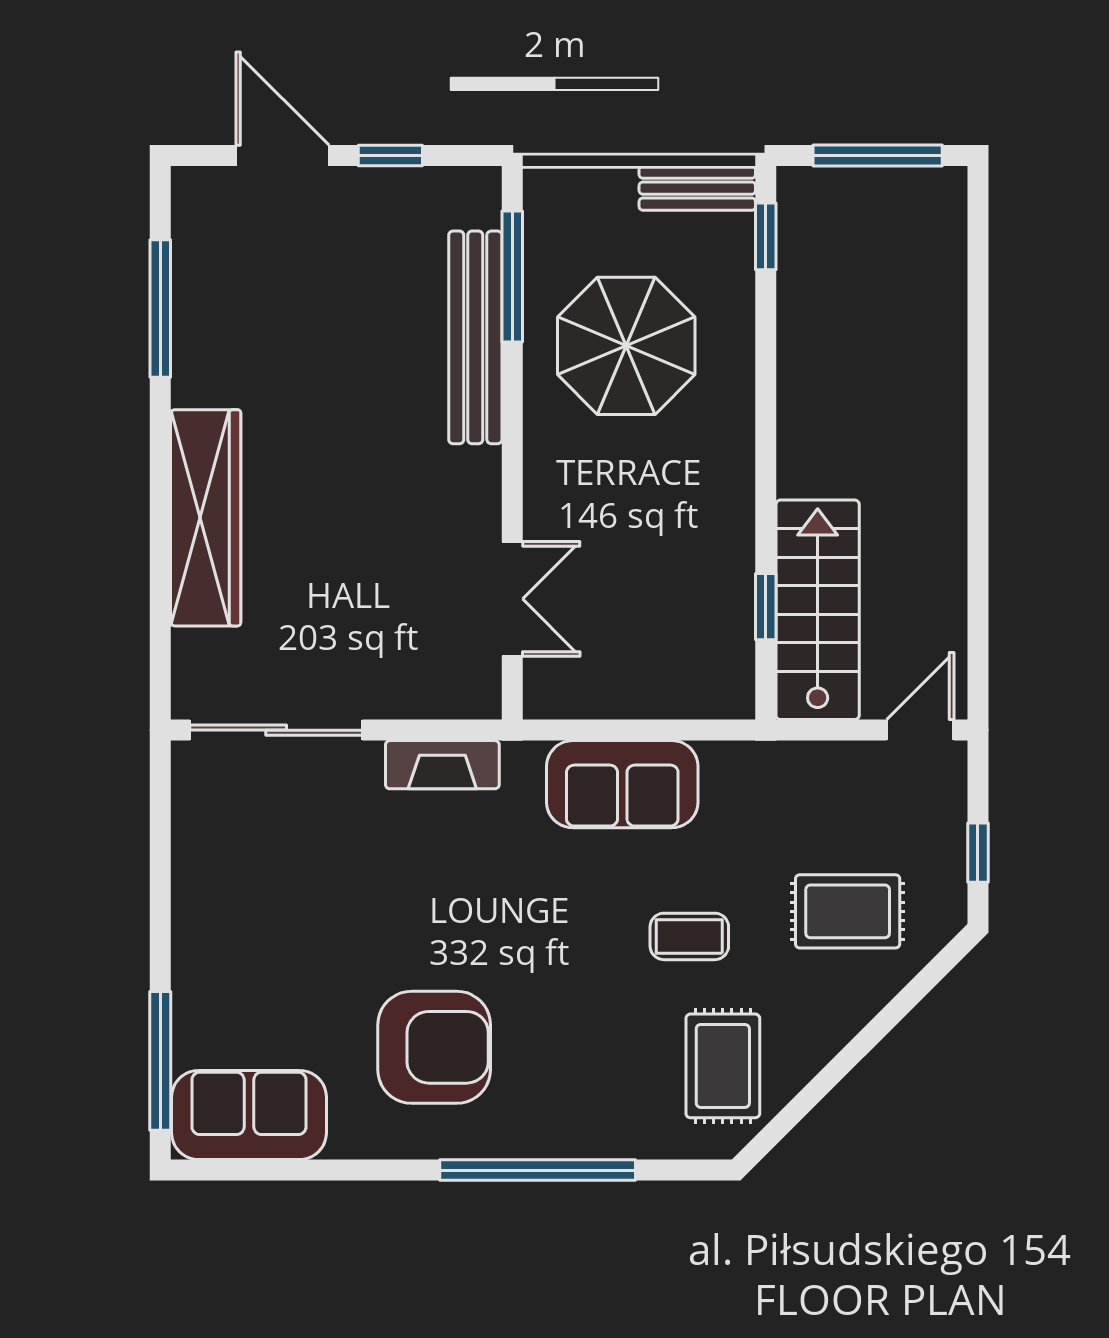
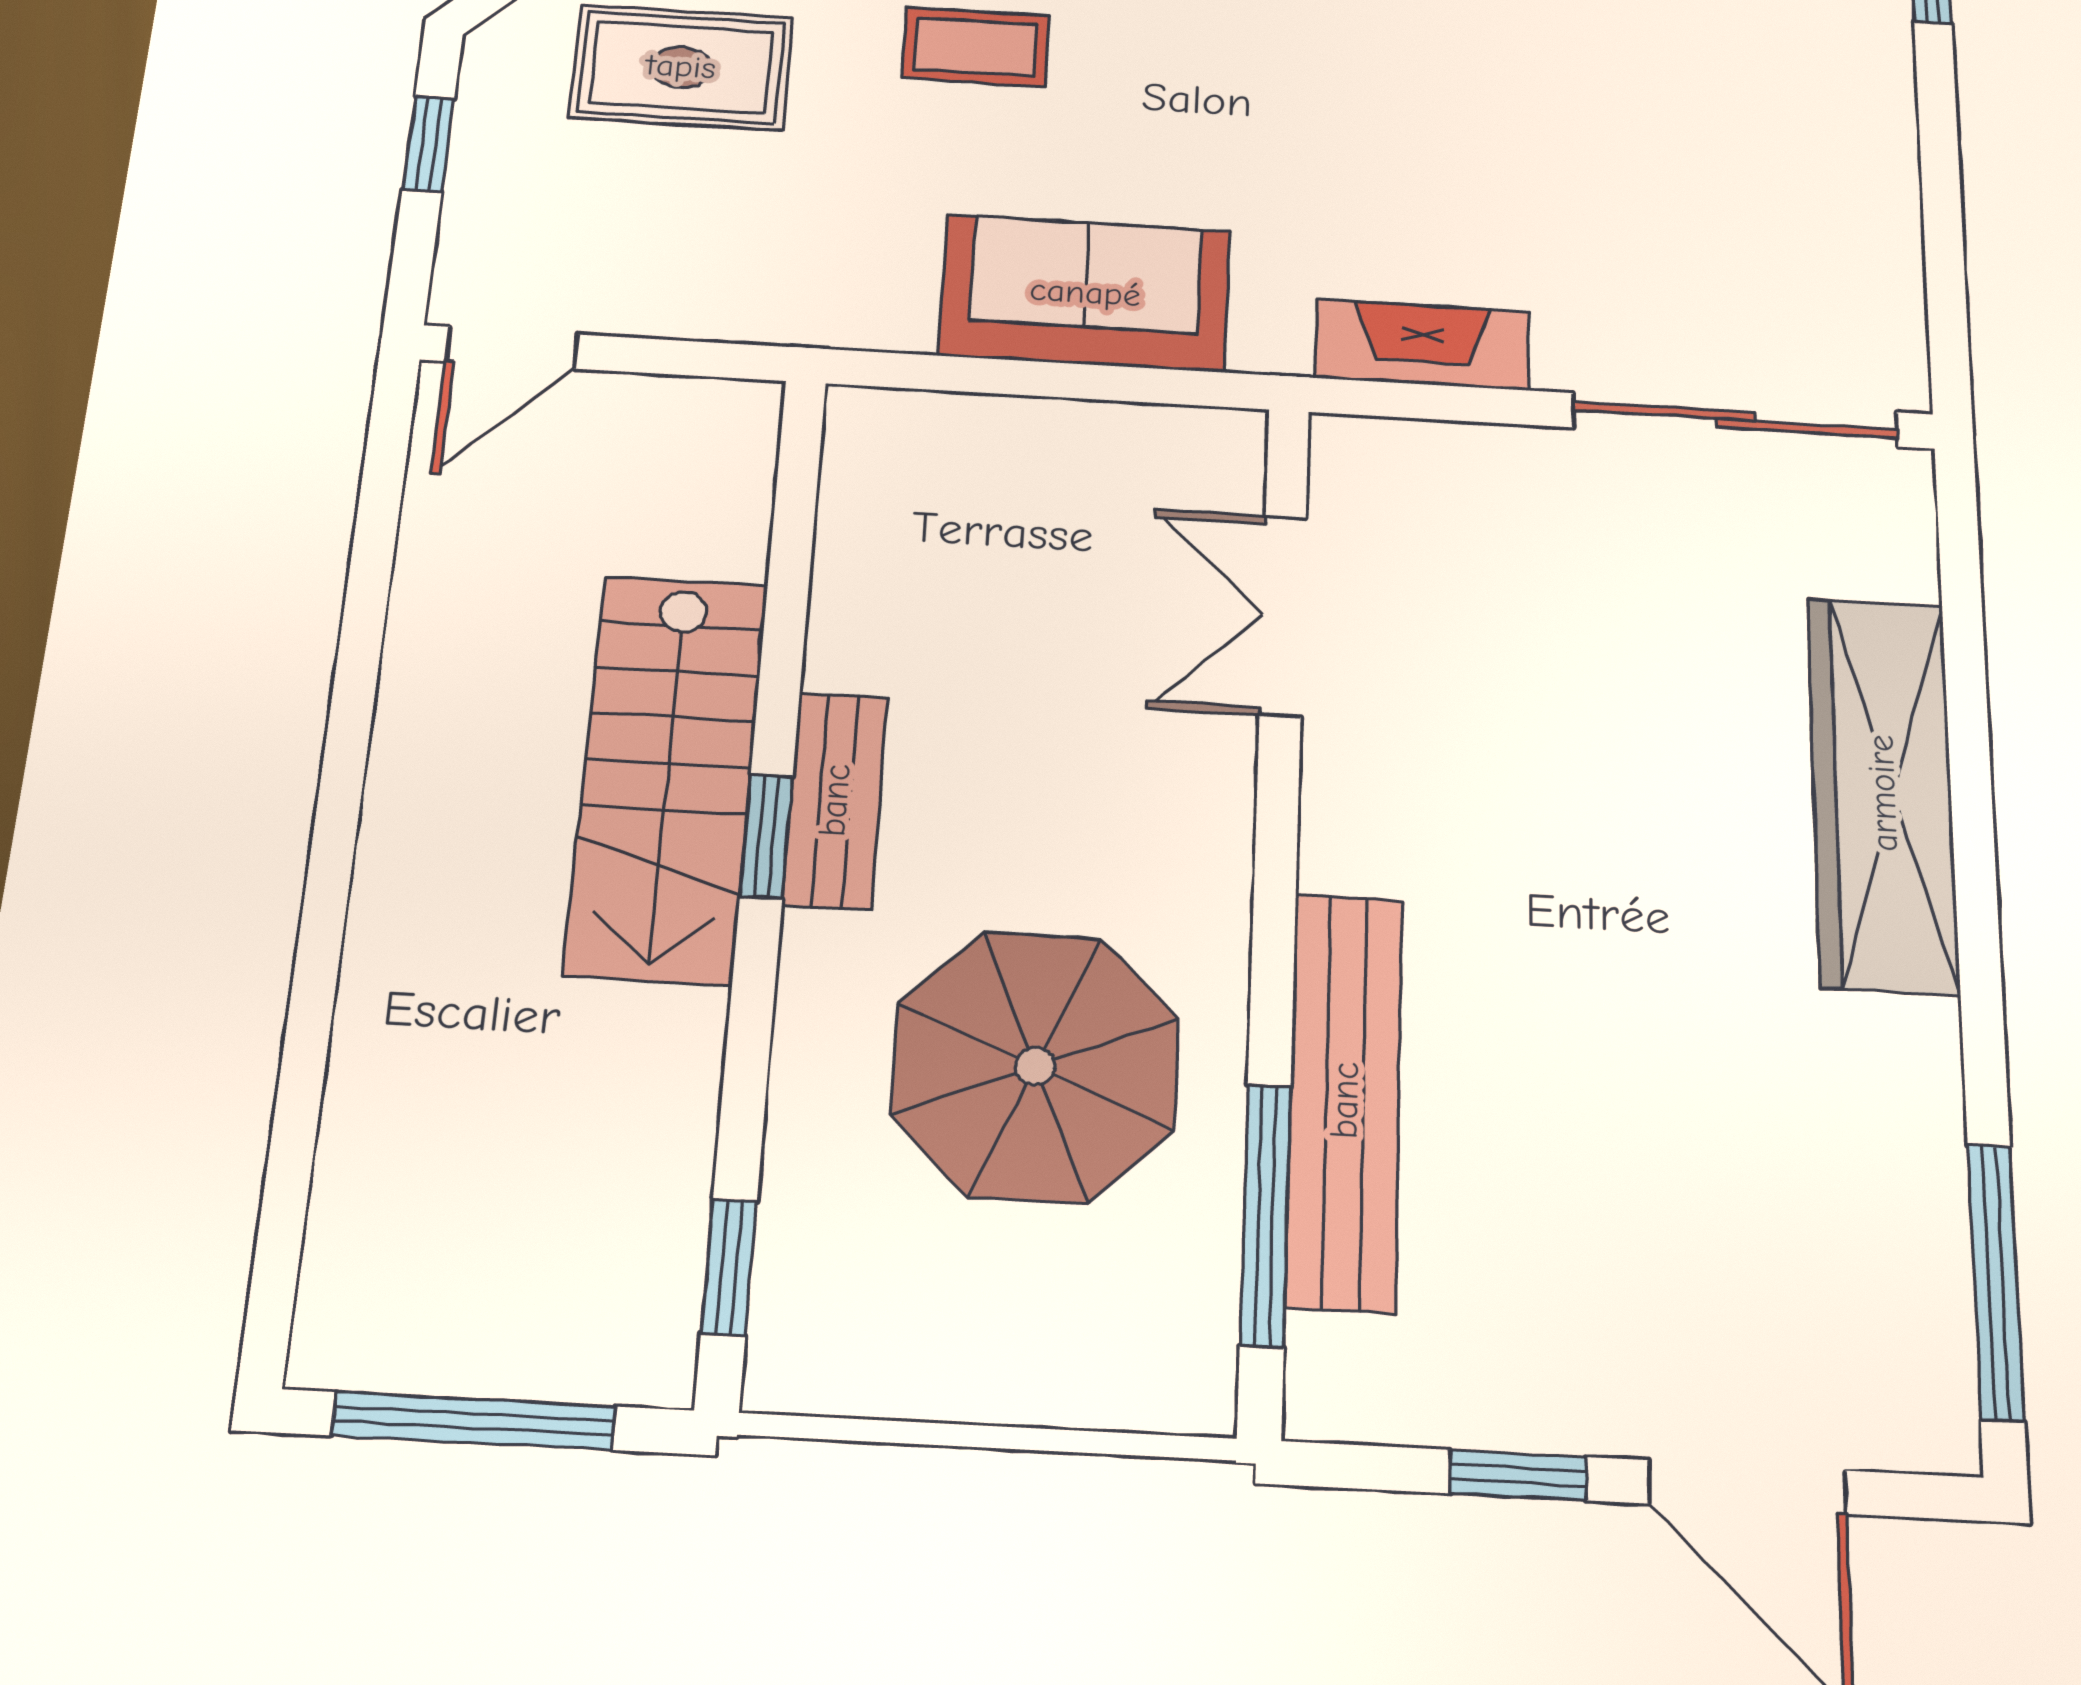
bench: (697, 188) -> (835, 800), moved, turned 90
window: (160, 308) -> (1996, 1282), moved
window: (766, 607) -> (766, 836), moved
stairs: (818, 610) -> (667, 777), moved

